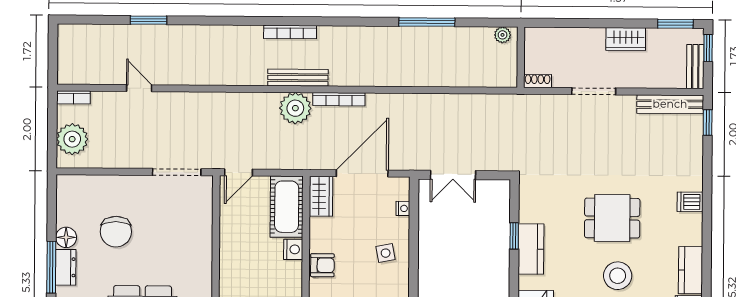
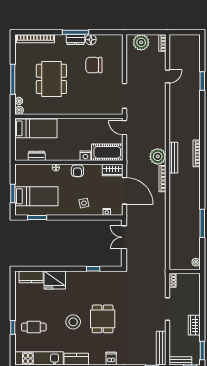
kitchen counter: (531, 249) -> (86, 277), removed

